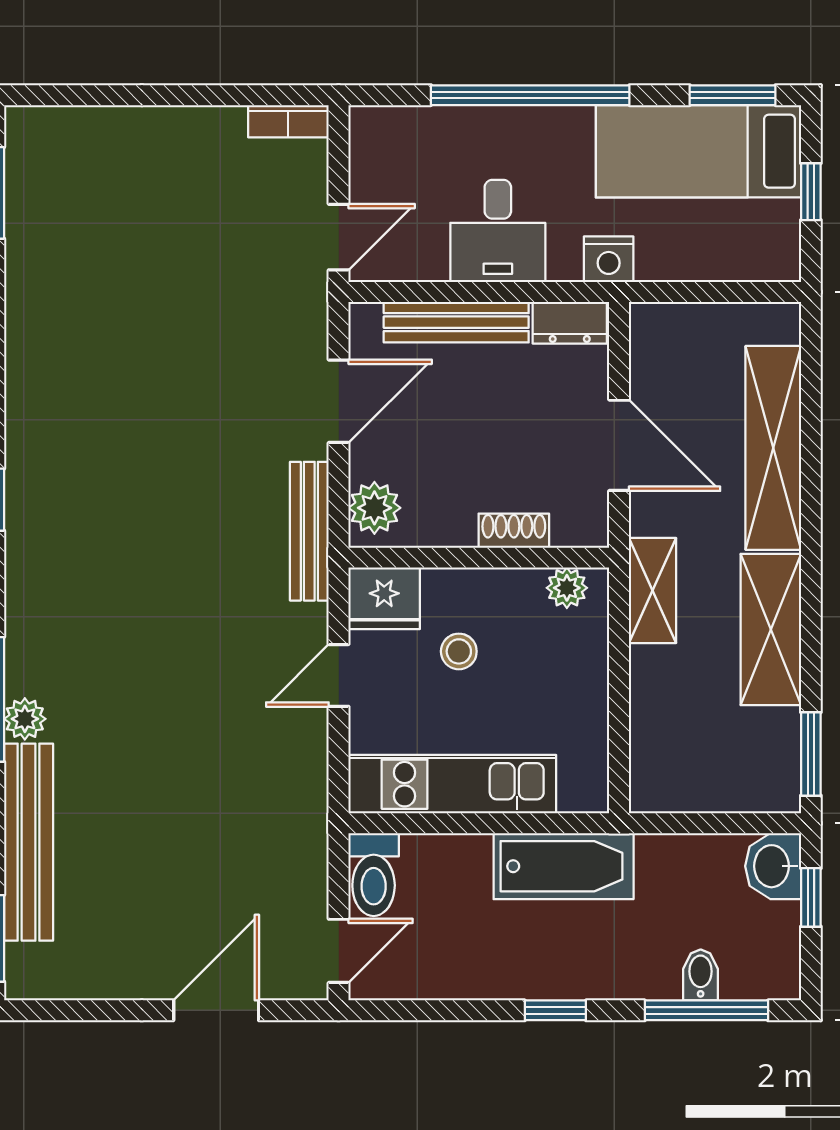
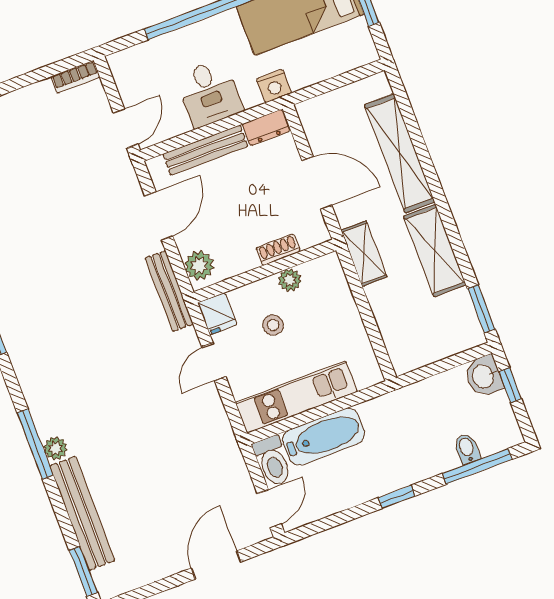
plant: (567, 588) -> (290, 280), moved
fridge: (384, 598) -> (217, 314), width x0.72
bathtub: (564, 866) -> (324, 437), moved

